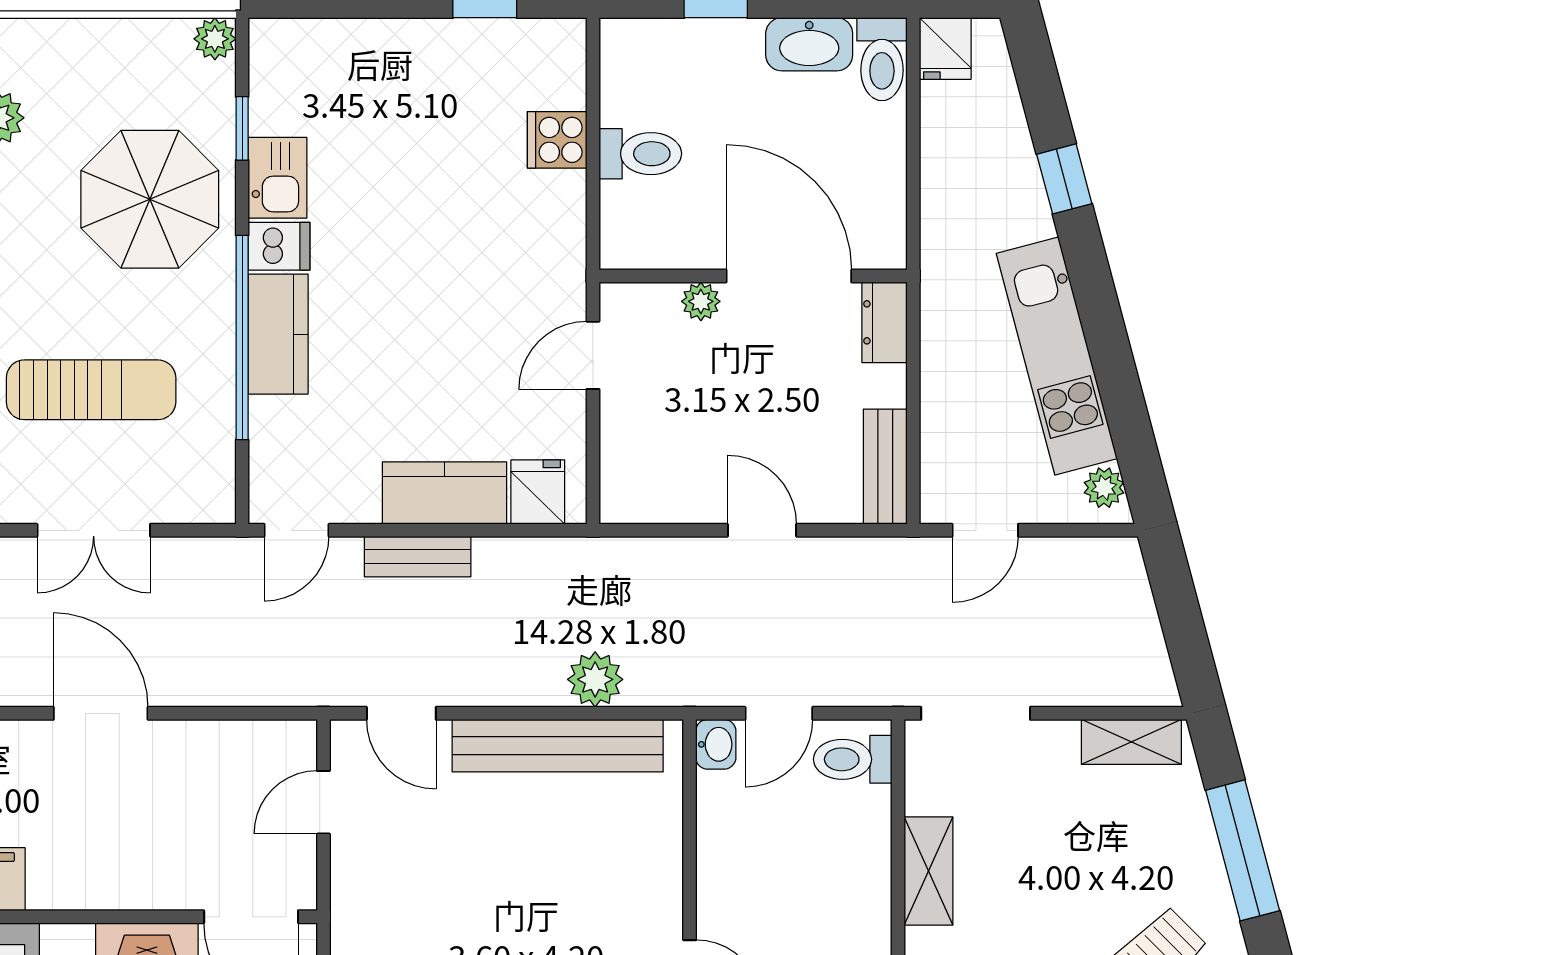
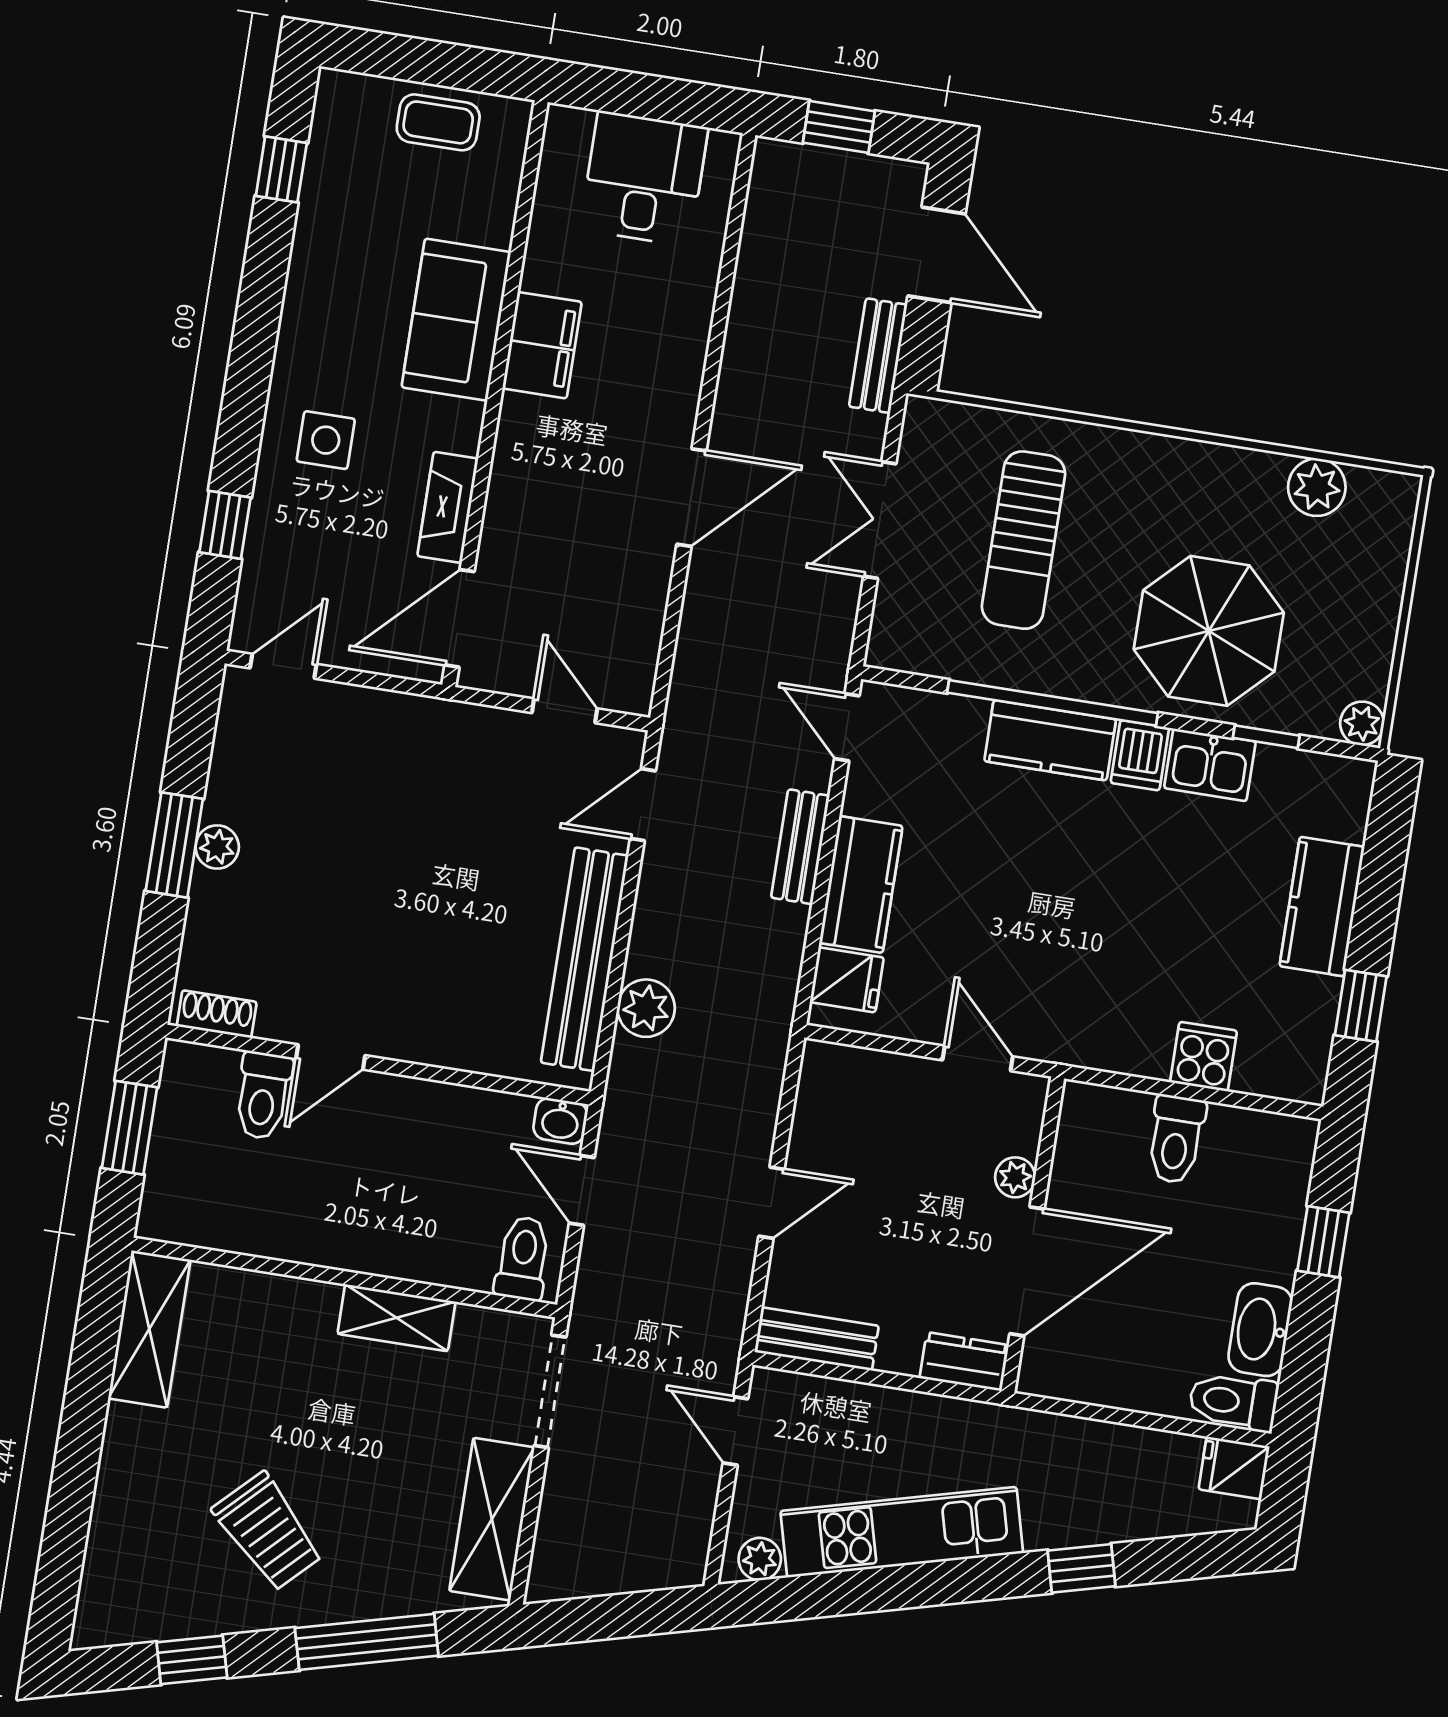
kitchen counter: (396, 49) -> (1322, 907), added
shelving: (1131, 742) -> (492, 1519), width x1.50, depth x1.33

